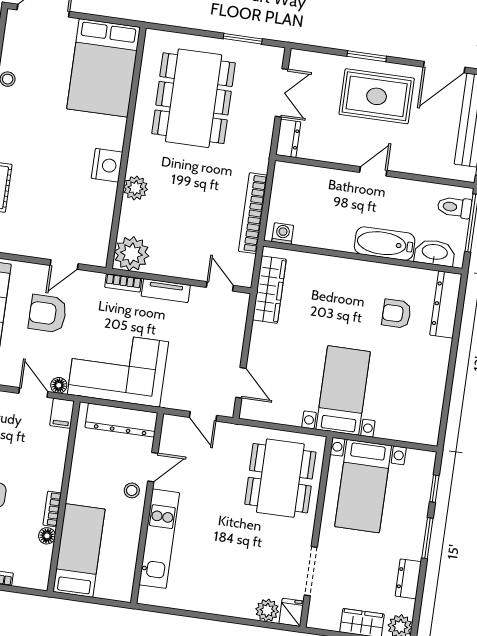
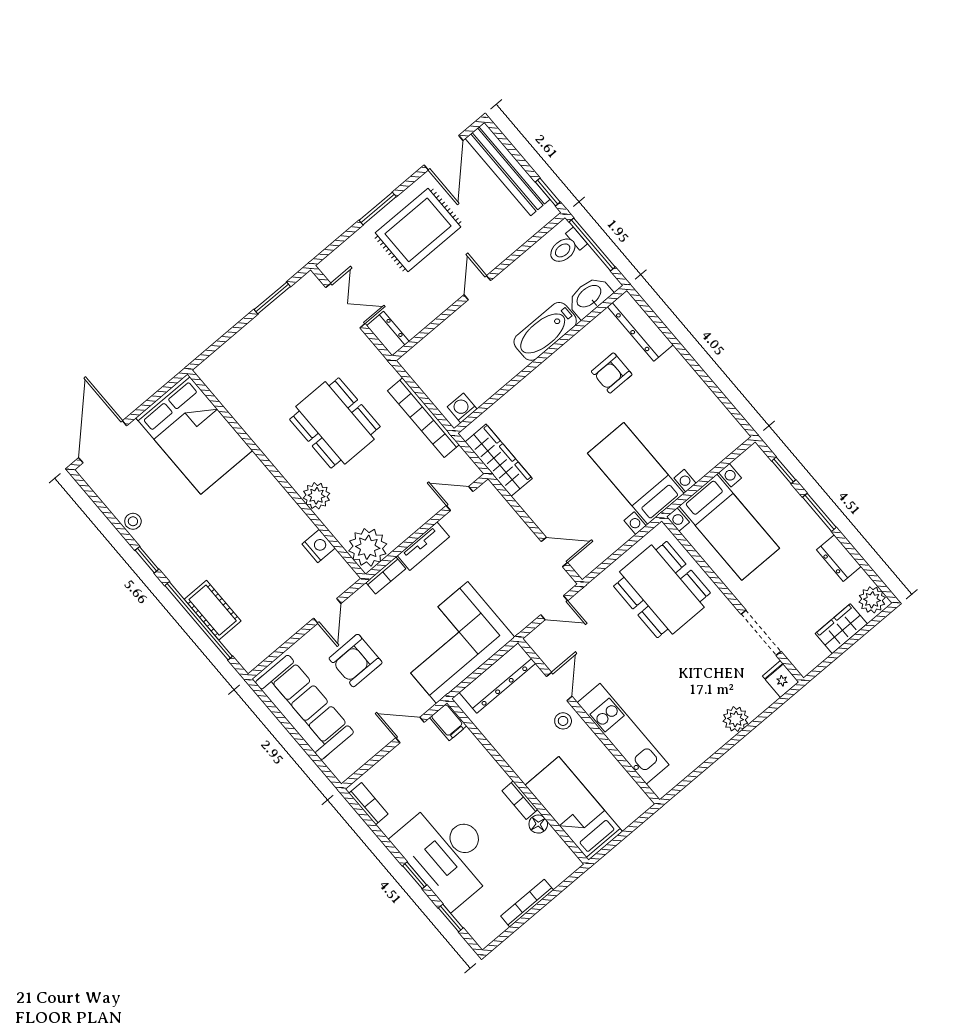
dining table: (194, 98) -> (335, 423), moved, width x0.73, depth x0.80
nightstand: (107, 165) -> (319, 546), moved, width x0.74, depth x0.75
floor lamp: (59, 385) -> (423, 704), removed
plant: (267, 610) -> (736, 719), moved

